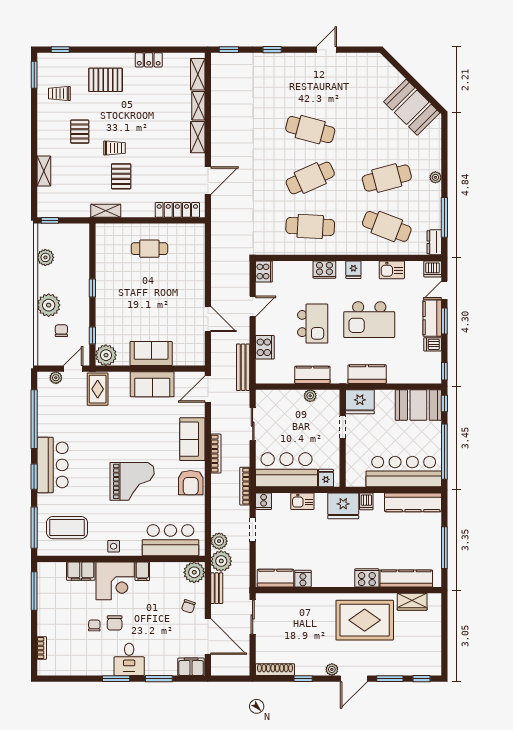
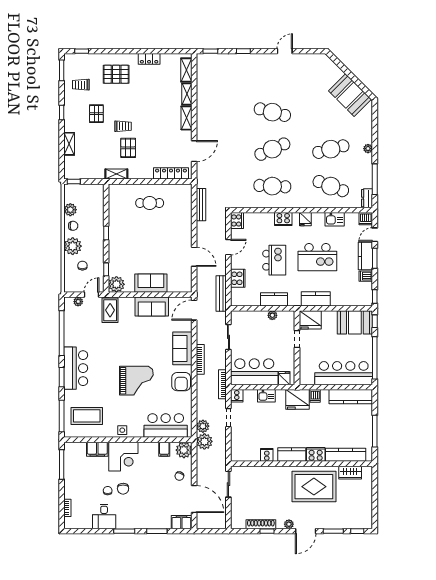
window: (34, 130) -> (62, 113), added
chair: (49, 278) -> (73, 226), added
filing cabinet: (142, 571) -> (164, 449), moved
kitchen counter: (276, 578) -> (292, 455), moved
bench: (217, 588) -> (201, 205), moved, width x1.36
desk: (129, 659) -> (104, 516), moved
shoe rack: (275, 670) -> (261, 524), moved

